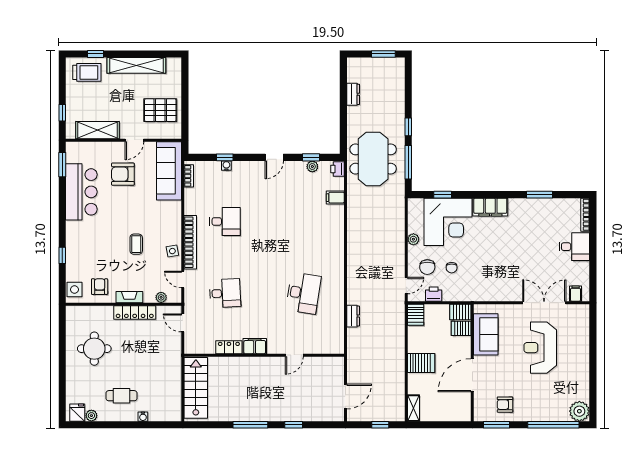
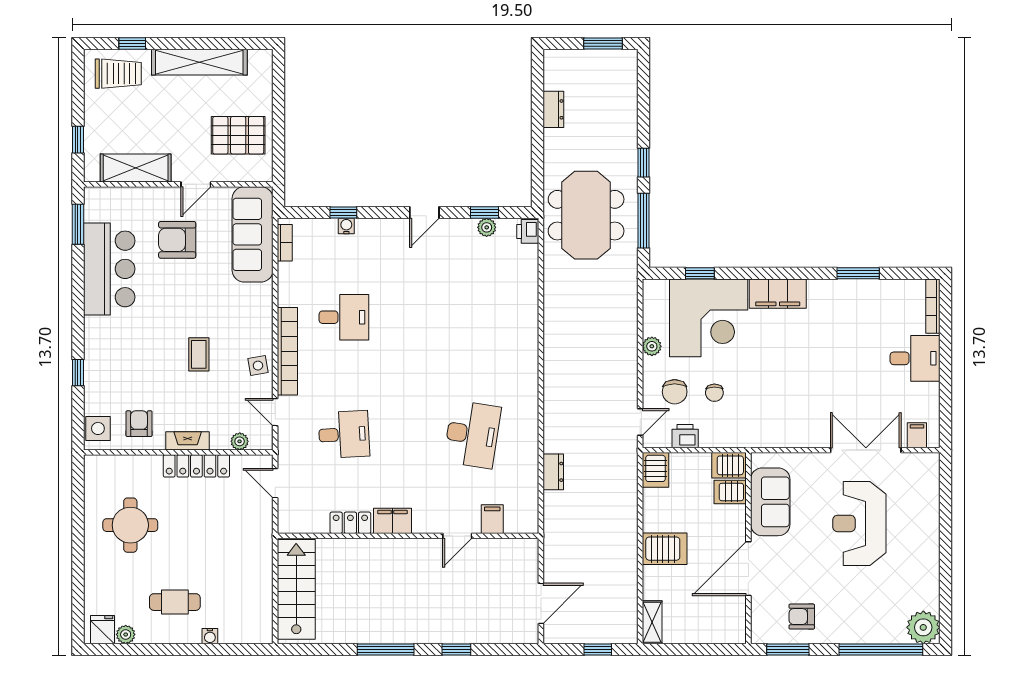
filing cabinet: (335, 198) -> (492, 519), moved, turned 90

